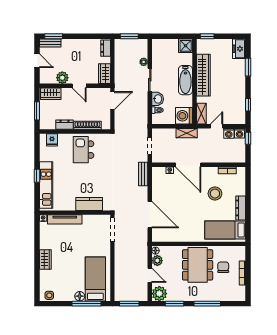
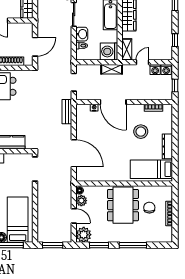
door: (112, 101) -> (35, 47), moved
window: (248, 138) -> (175, 85), moved

